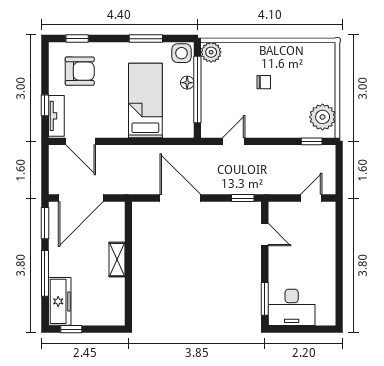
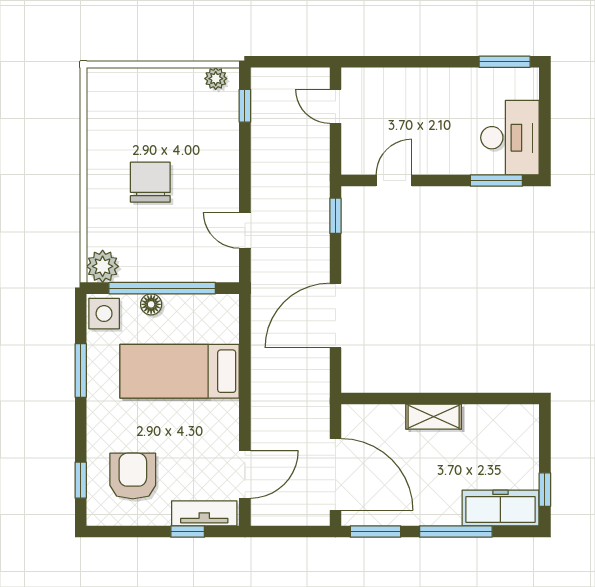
chair: (264, 82) -> (150, 182), width x1.87, depth x1.87
plant: (323, 117) -> (216, 79), width x0.53, depth x0.53
window: (339, 304) -> (505, 62), added

